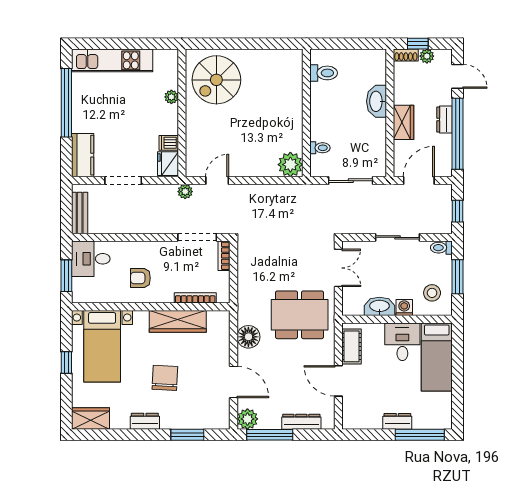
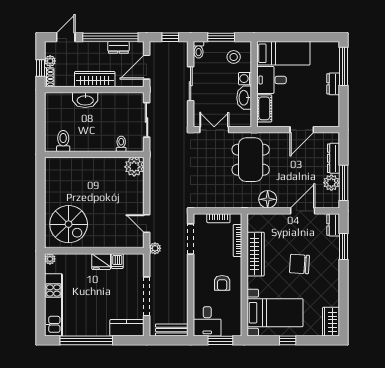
plant: (171, 97) -> (50, 259), moved
dresser: (444, 120) -> (118, 47), moved
wardrobe: (404, 122) -> (95, 79), width x1.50
fridge: (168, 164) -> (101, 262), moved
doorway: (123, 181) -> (147, 296), width x1.36
door: (419, 181) -> (147, 67), hinge flipped
bookcase: (224, 256) -> (218, 218), moved
cot: (352, 346) -> (264, 108), moved, turned 90
plant: (247, 419) -> (331, 183), moved
dresser: (145, 421) -> (333, 225), moved

